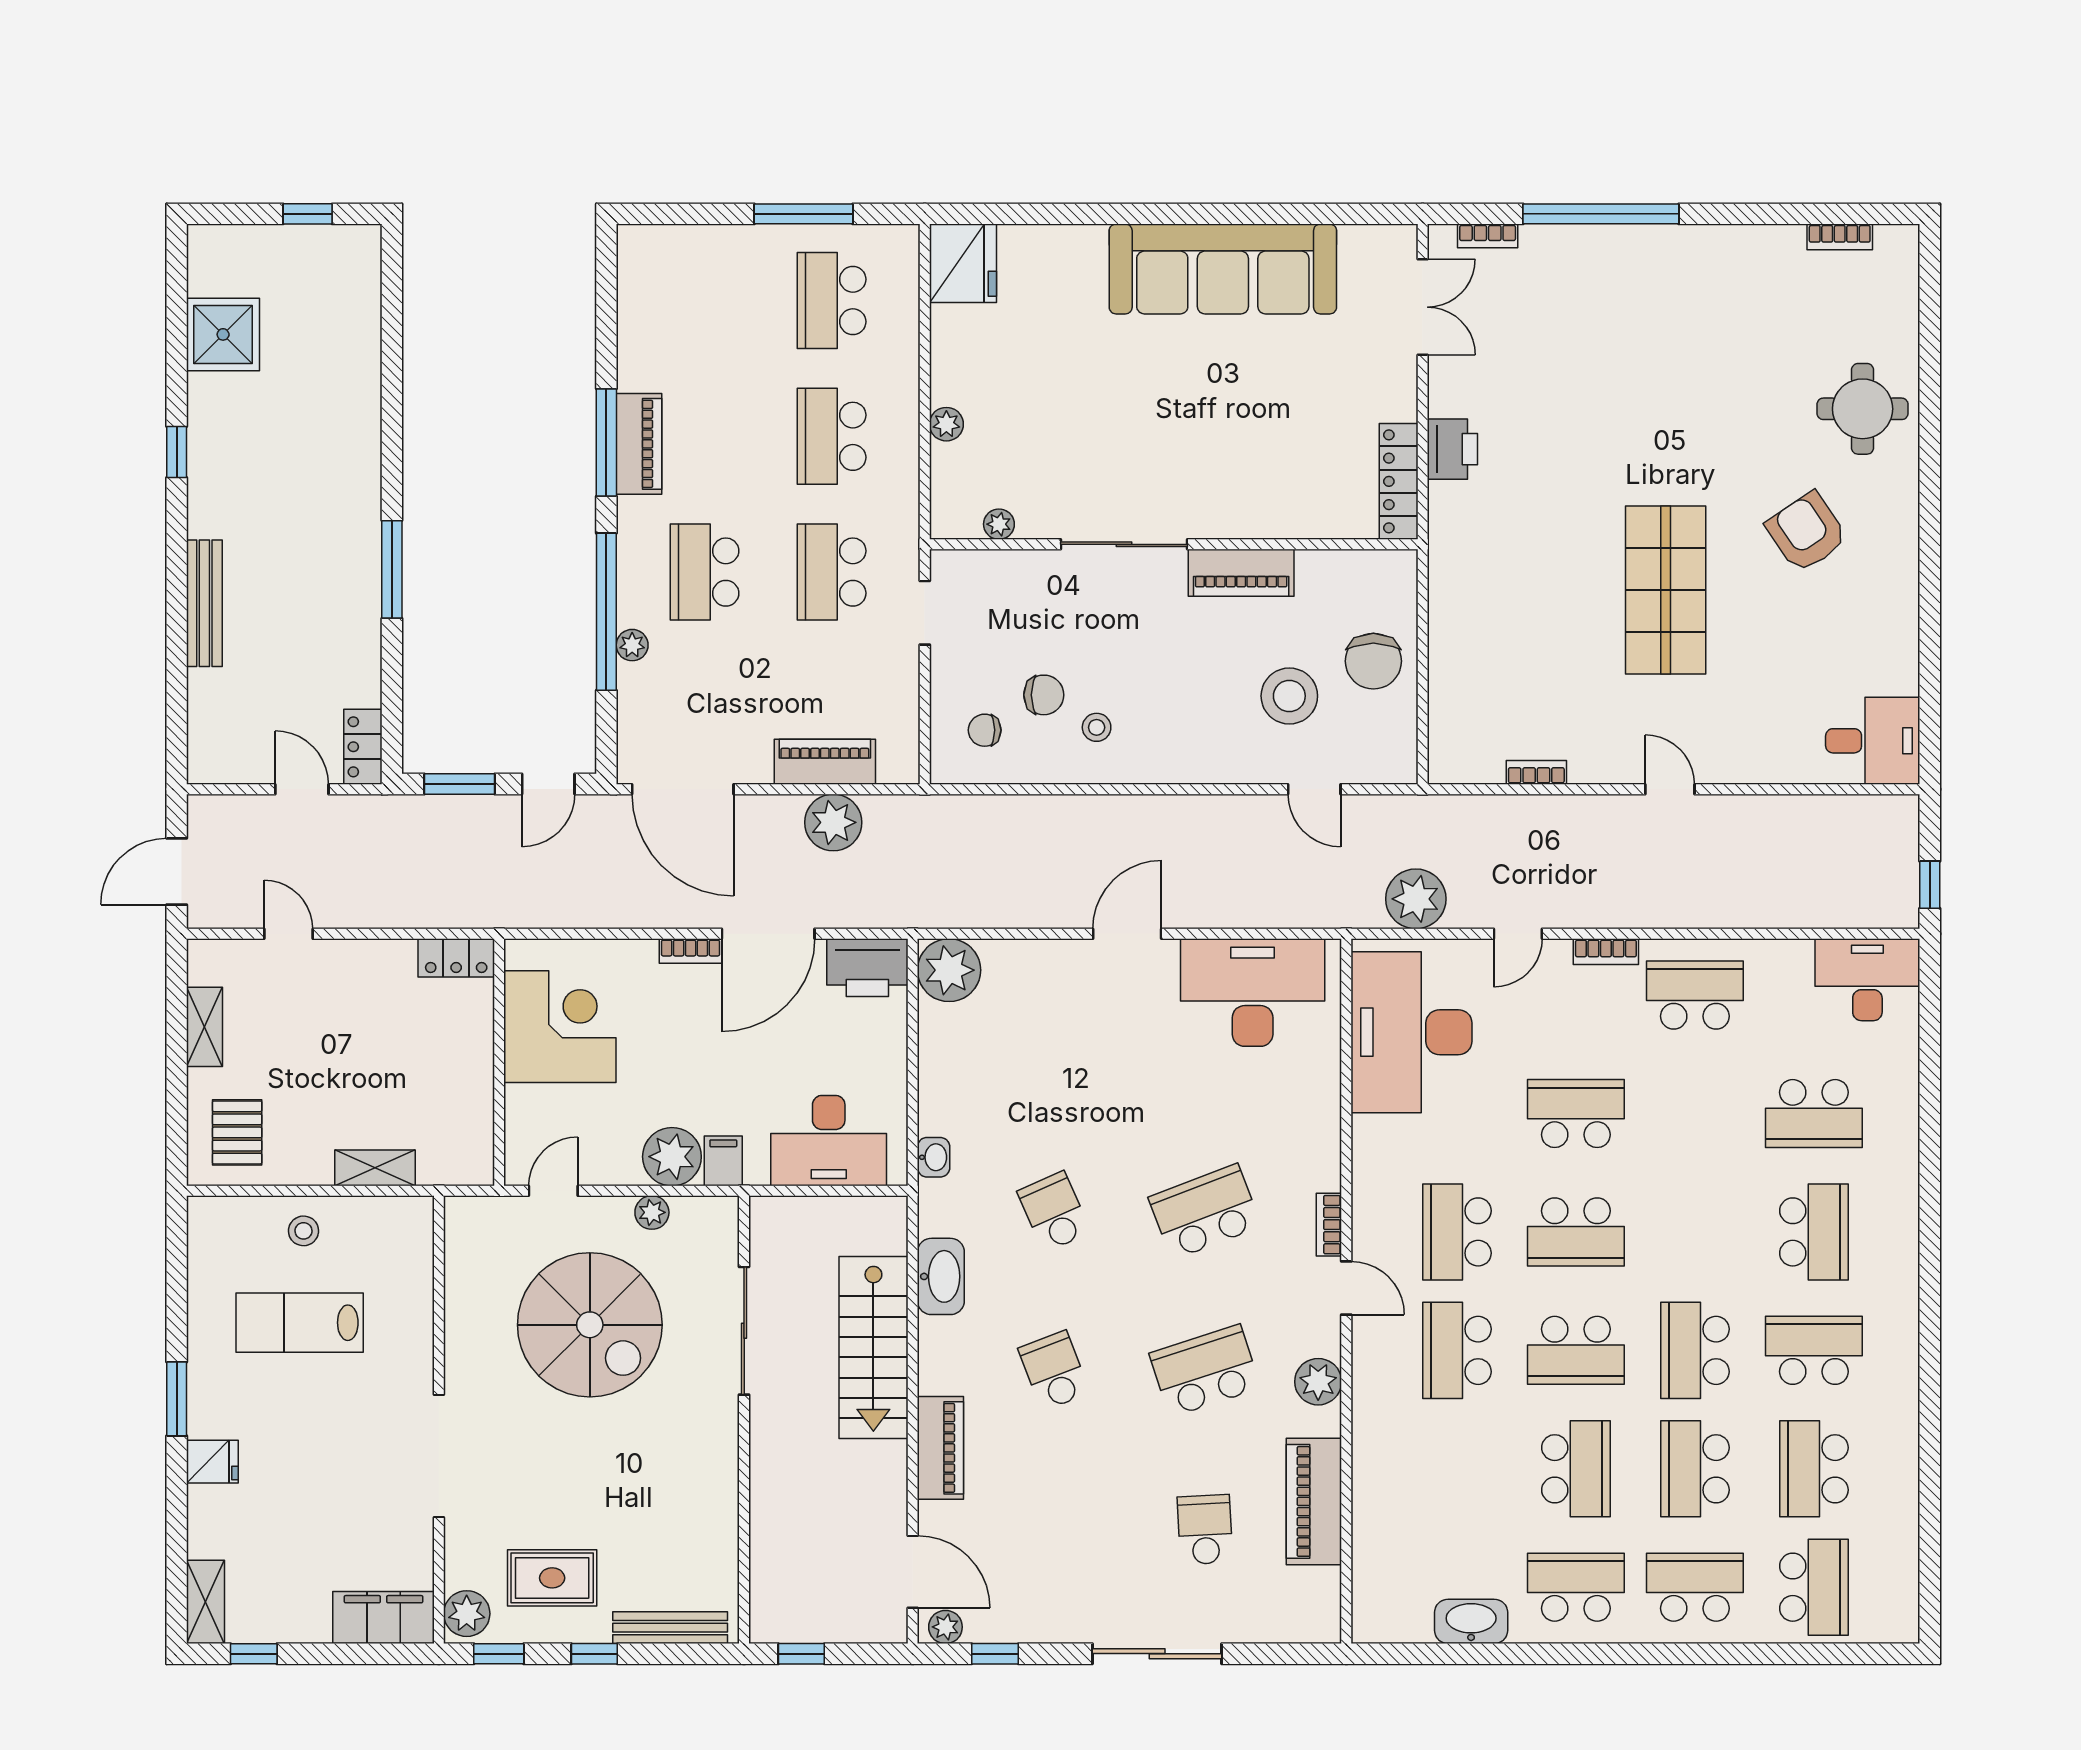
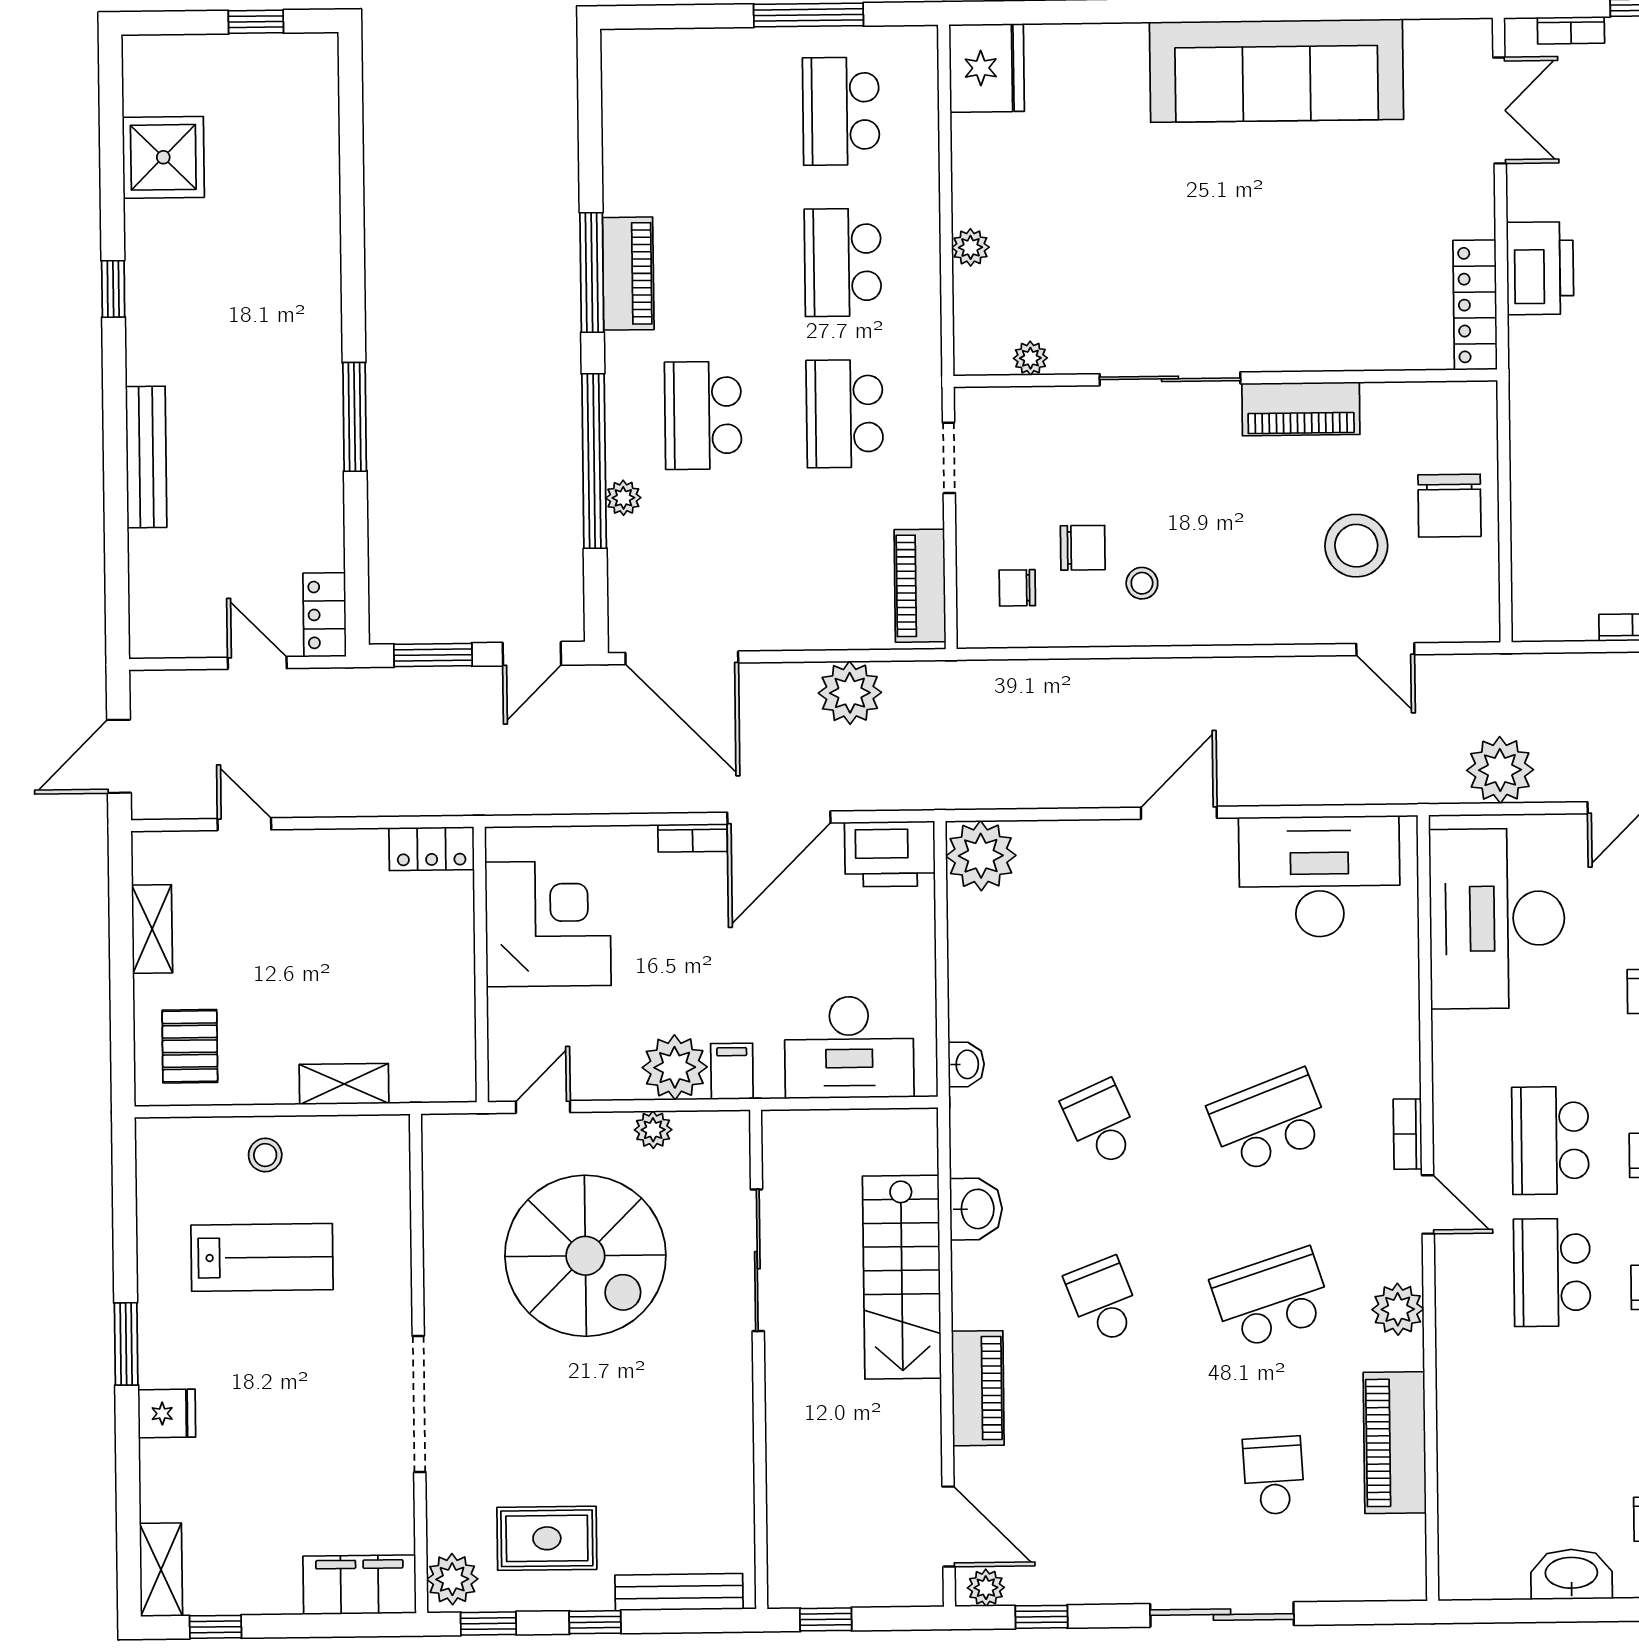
printer: (1452, 449) -> (1540, 268), width x1.37, depth x1.19
piano: (825, 762) -> (920, 586), moved, turned -90
washbasin: (941, 1276) -> (976, 1209), width x0.72
lab bench: (300, 1323) -> (262, 1257), turned 180

